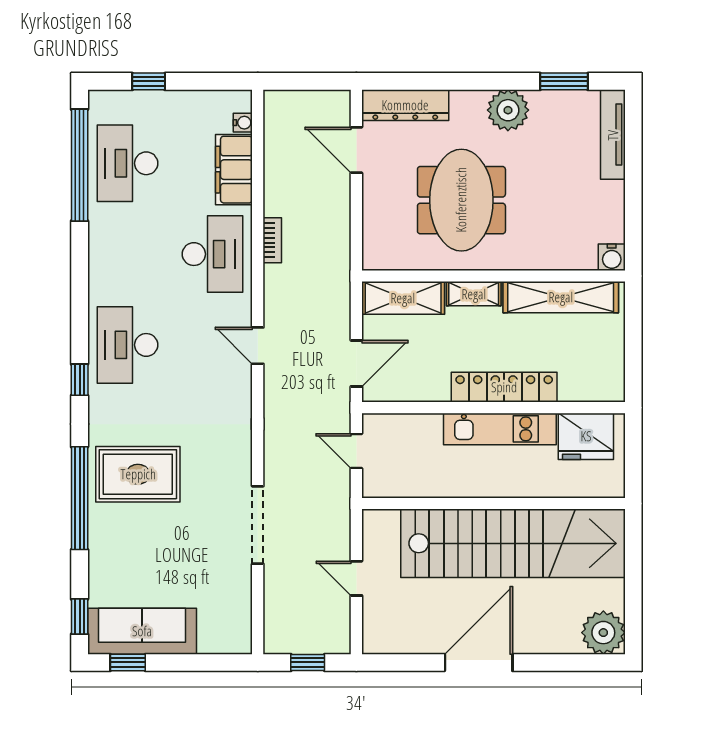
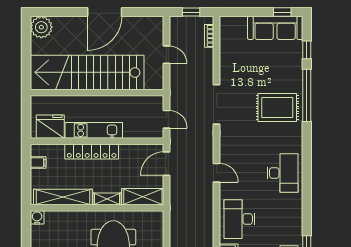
bookcase: (272, 240) -> (209, 36), moved
filing cabinet: (610, 365) -> (38, 163), added
window: (80, 380) -> (307, 155), removed
doorway: (258, 525) -> (217, 104), moved
window: (80, 617) -> (307, 50), moved

